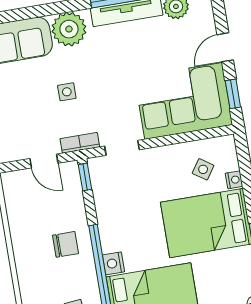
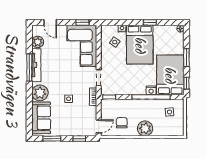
door: (225, 47) -> (50, 22), moved
door: (44, 161) -> (99, 126), moved
chair: (65, 244) -> (122, 123), moved
plant: (31, 264) -> (145, 128), added

